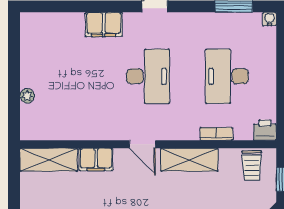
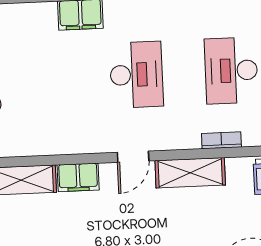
door: (142, 144) -> (133, 157), hinge flipped

